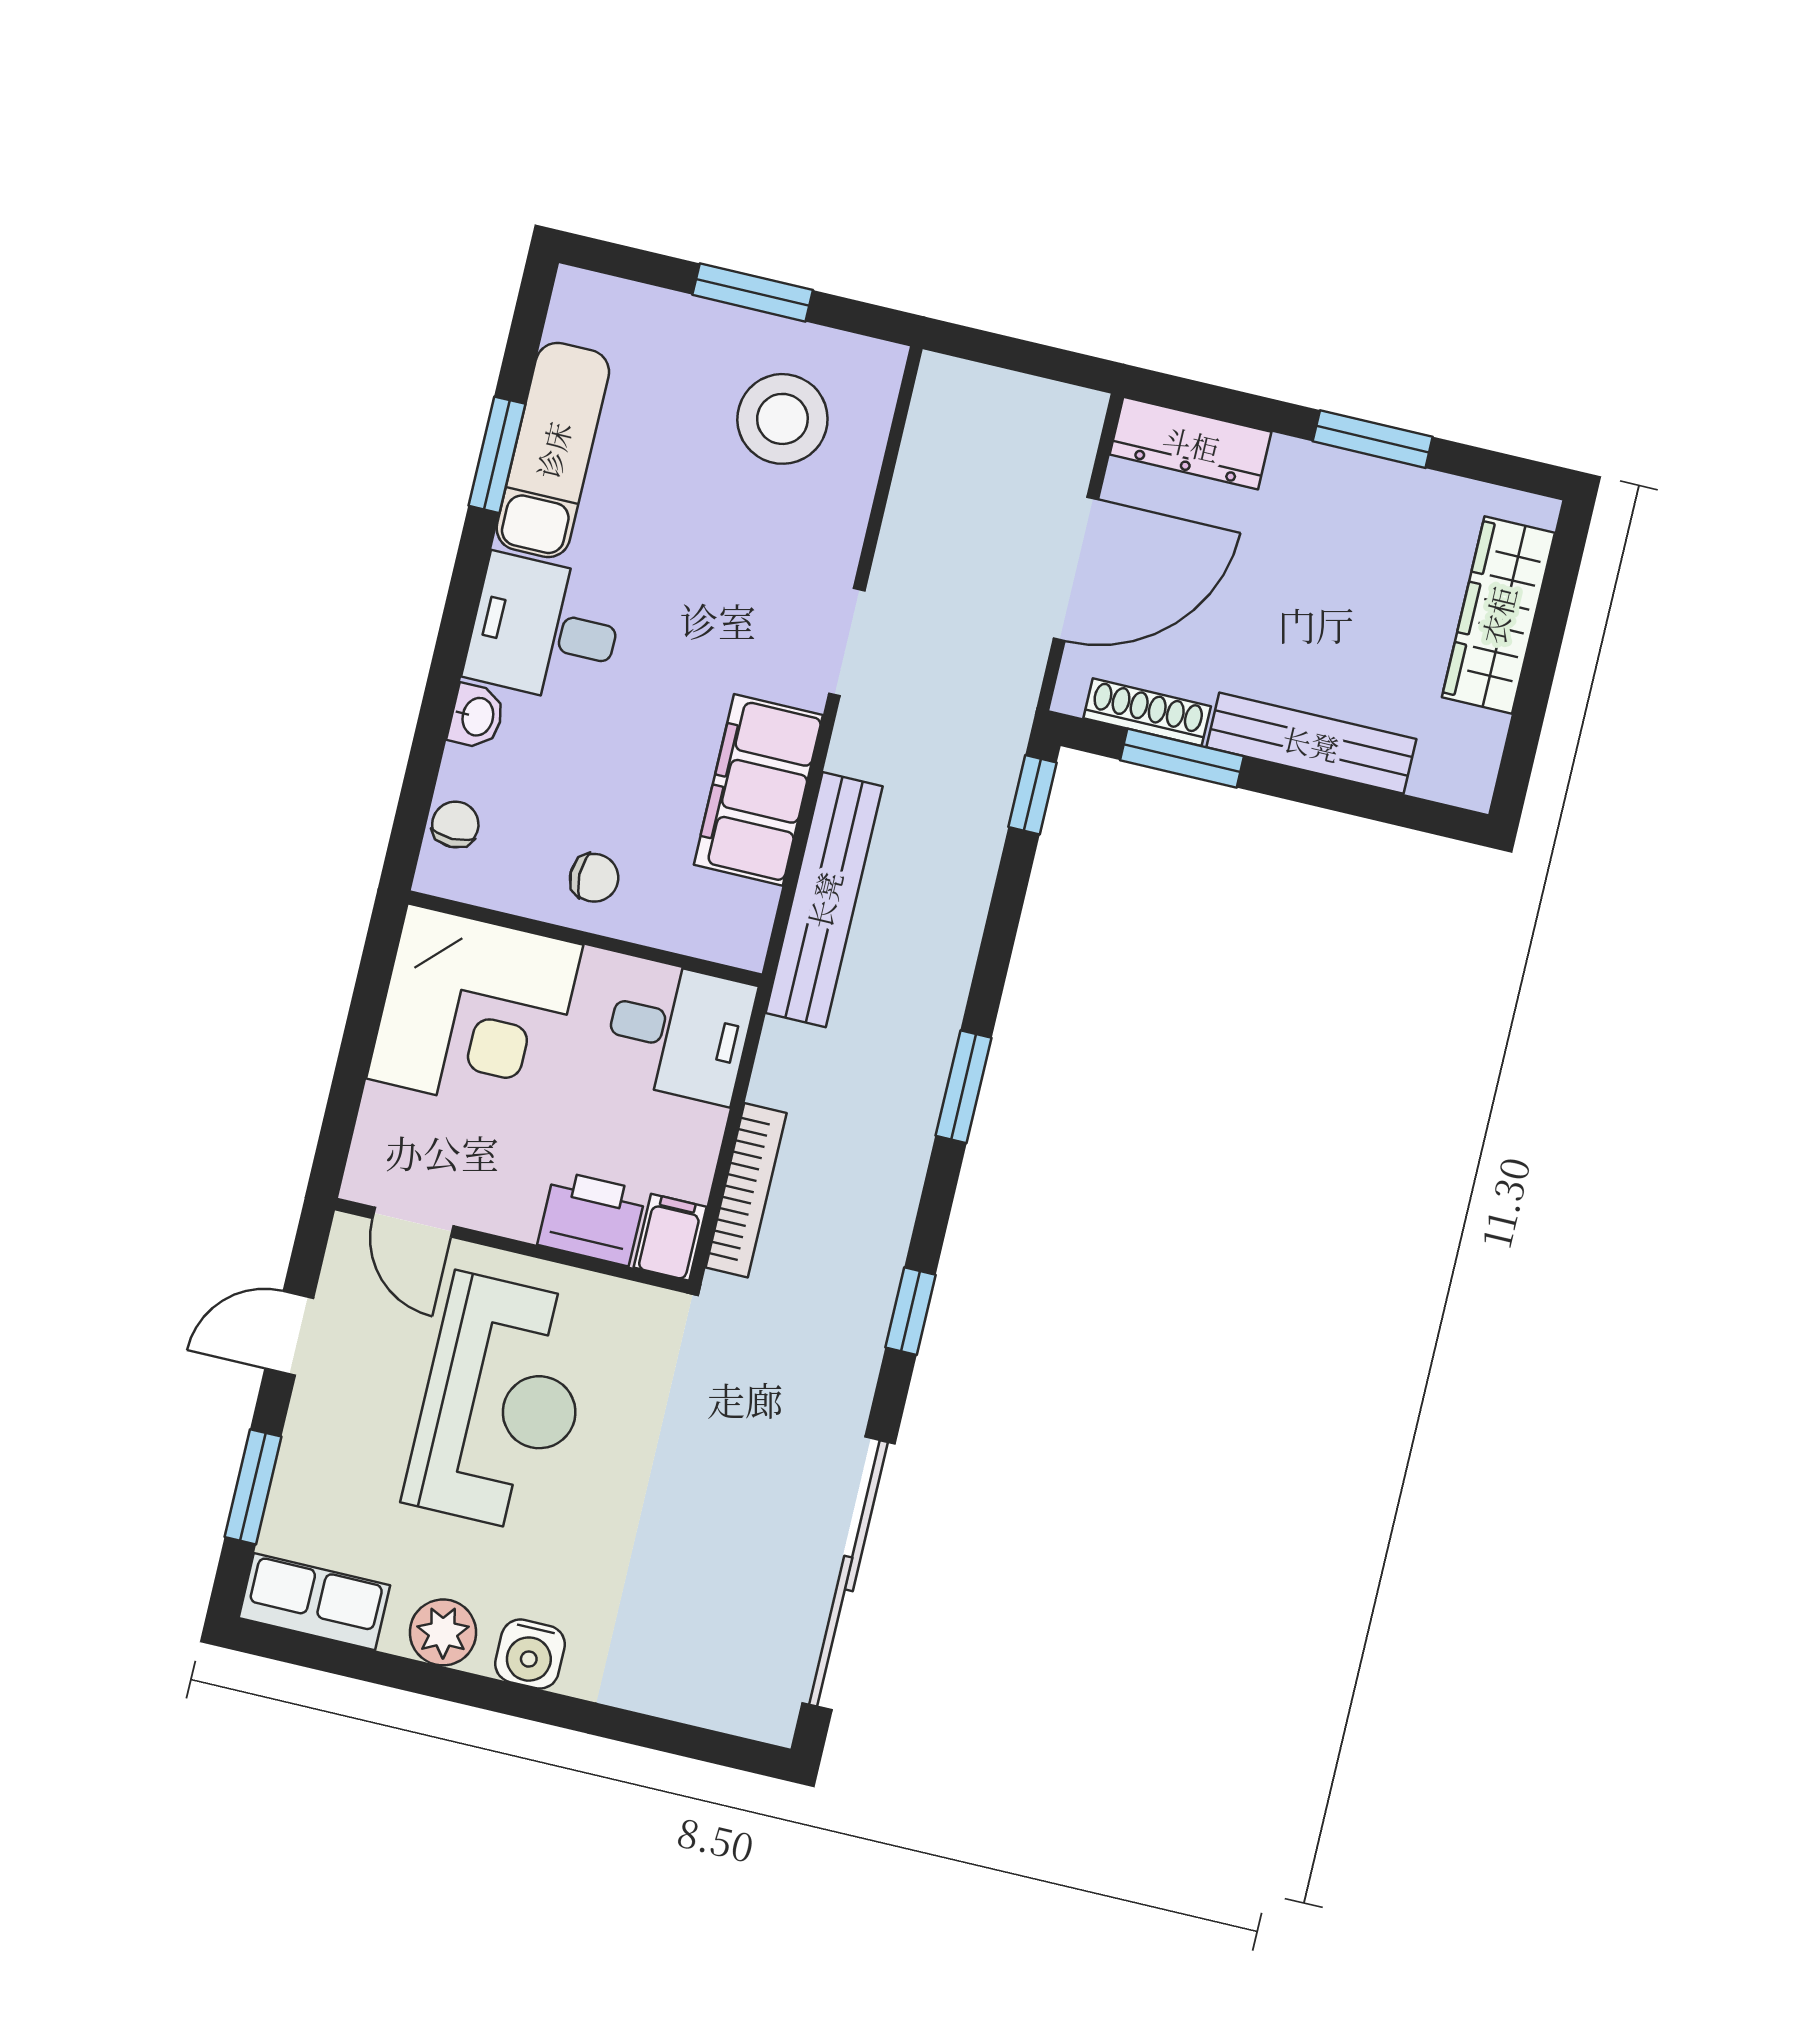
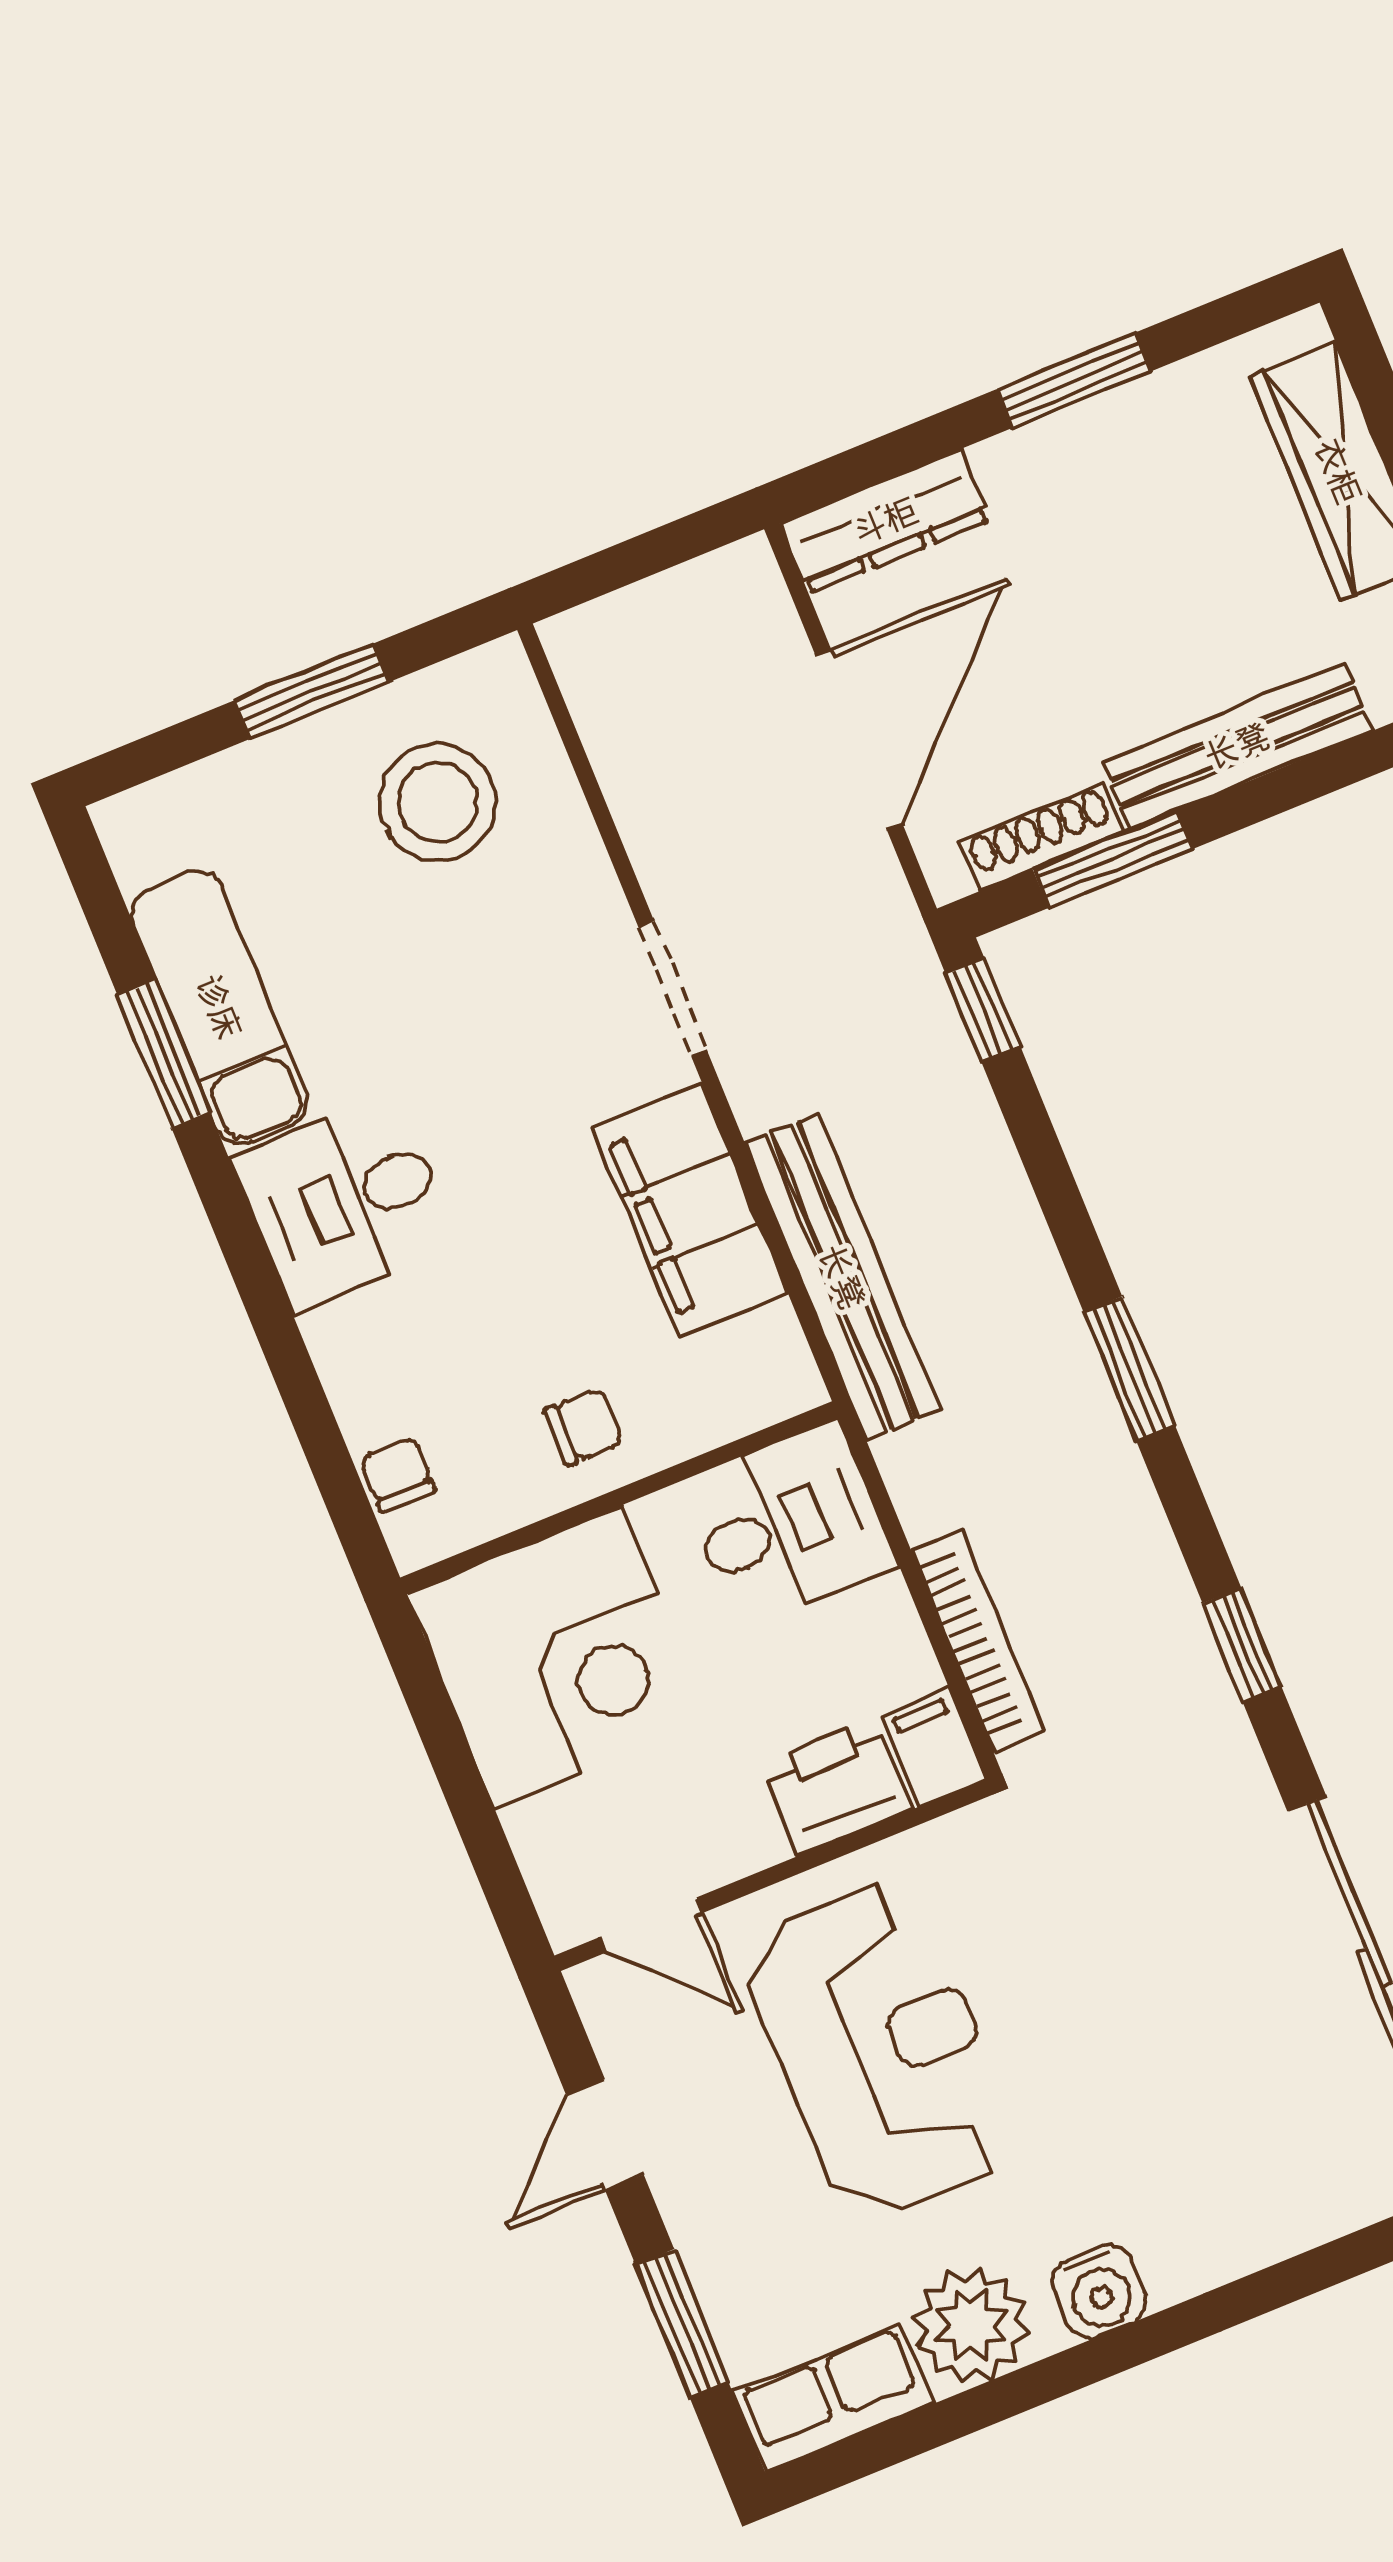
washbasin: (476, 716) -> (339, 1345), removed
plant: (443, 1632) -> (971, 2326), width x1.36, depth x1.36

